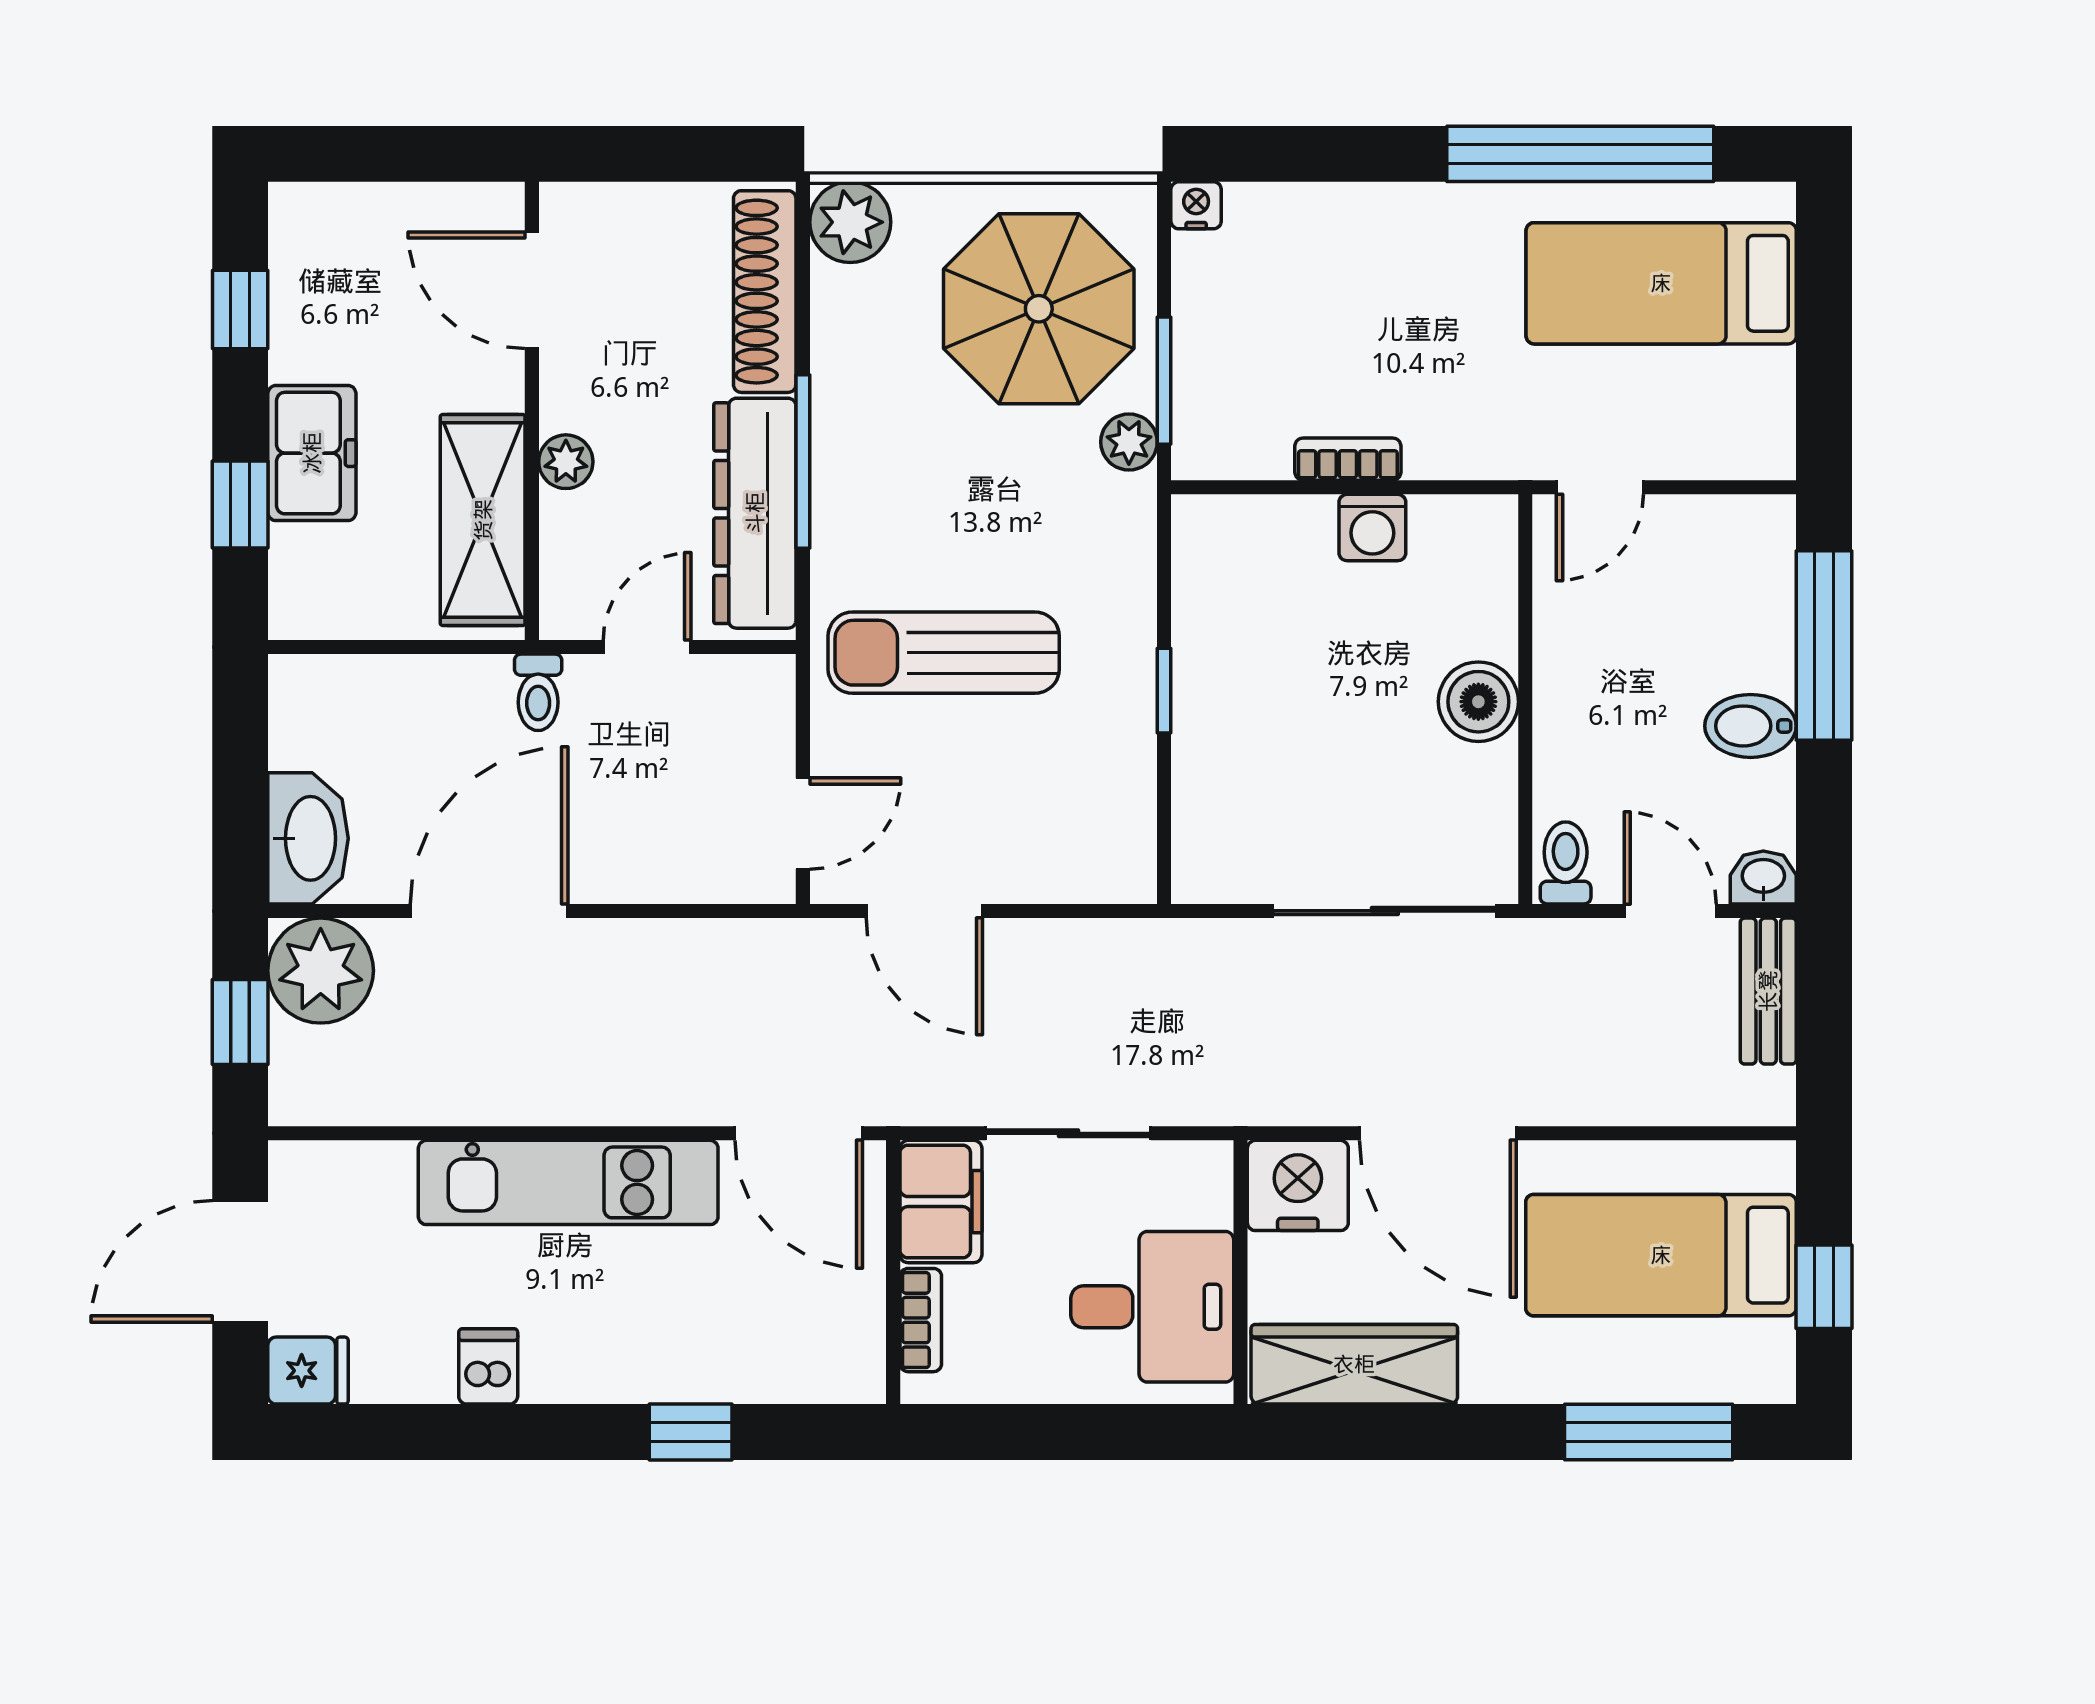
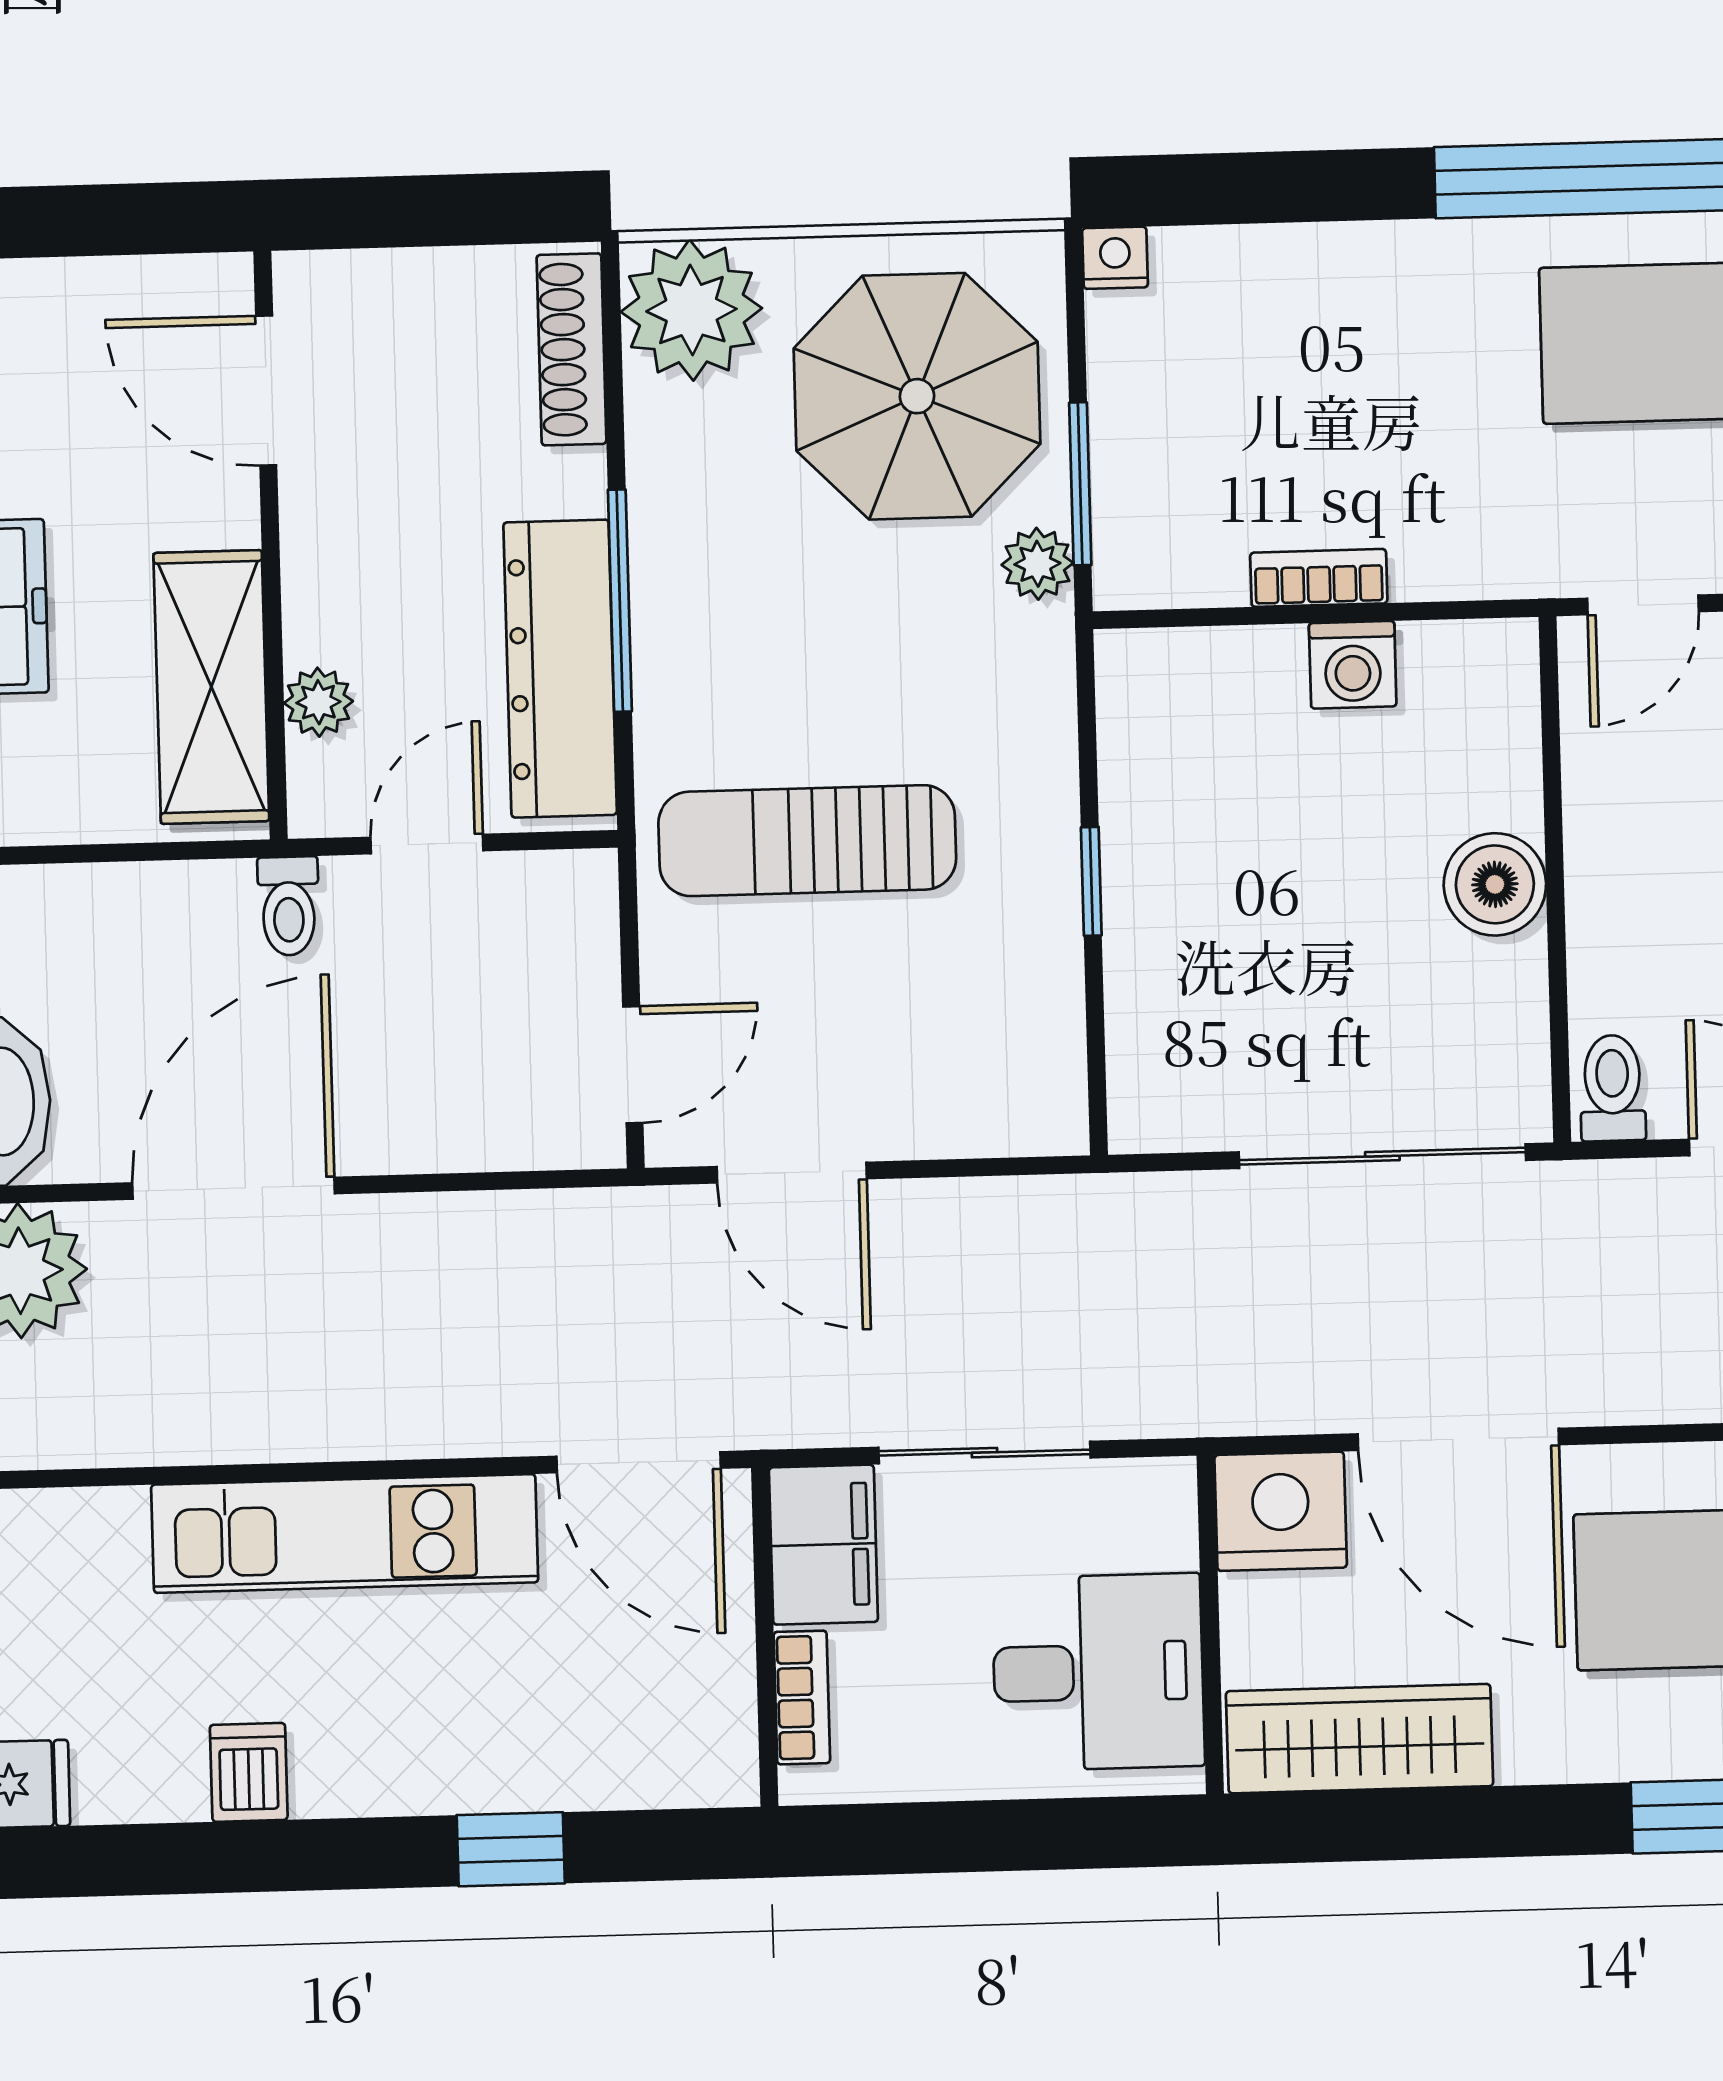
plant: (850, 222) -> (691, 310), width x1.36, depth x1.36
shoe rack: (765, 292) -> (571, 349), width x0.74, depth x0.81
plant: (566, 462) -> (318, 702), moved

